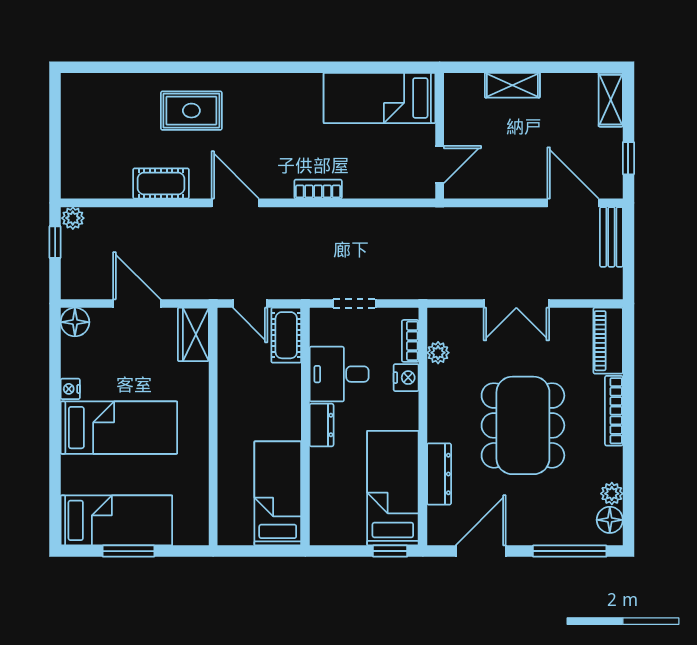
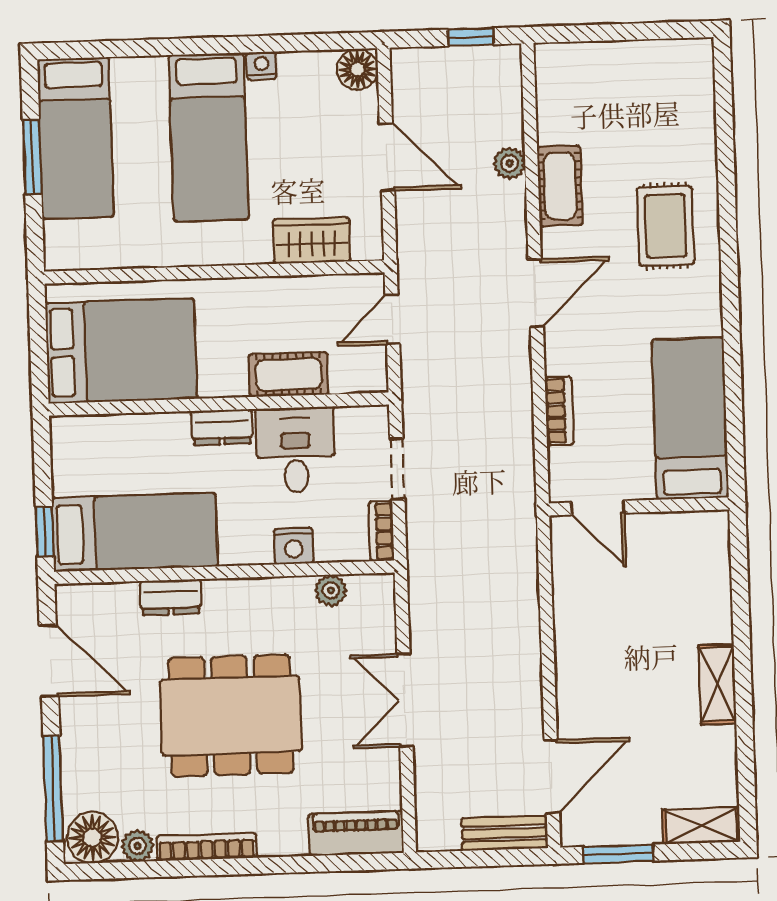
bed: (379, 98) -> (690, 419), moved
wall: (440, 136) -> (639, 506), moved
window: (628, 158) -> (618, 854), width x1.50
door: (440, 164) -> (598, 508), moved
plant: (73, 218) -> (510, 163), moved
door: (137, 304) -> (387, 157), hinge flipped
wardrobe: (193, 334) -> (312, 241), moved
cot: (286, 335) -> (288, 374), moved
bookcase: (410, 341) -> (381, 531), moved, turned -90
bookcase: (614, 411) -> (207, 847), moved
dresser: (439, 474) -> (171, 597), width x0.70
bed: (278, 493) -> (121, 351), width x1.50
floor lamp: (610, 520) -> (92, 838), width x1.38, depth x1.38

